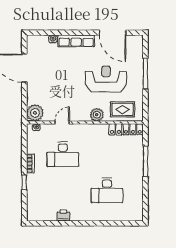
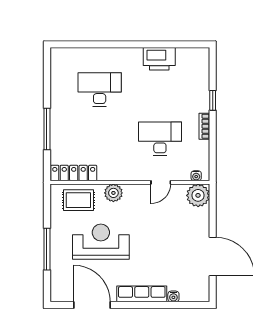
reception desk: (106, 79) -> (101, 242), turned 180
printer: (63, 215) -> (159, 59), width x1.87, depth x1.48

